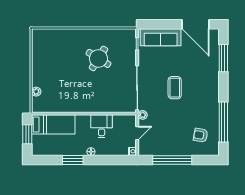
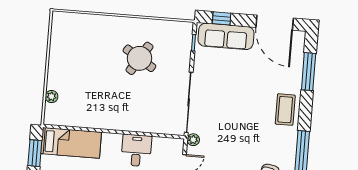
window: (156, 24) -> (222, 18), added
coffee table: (175, 88) -> (285, 110), moved

